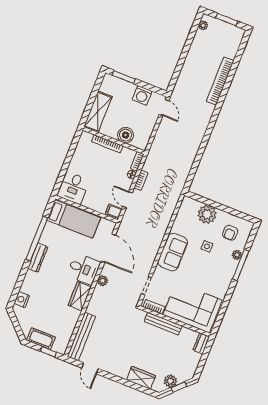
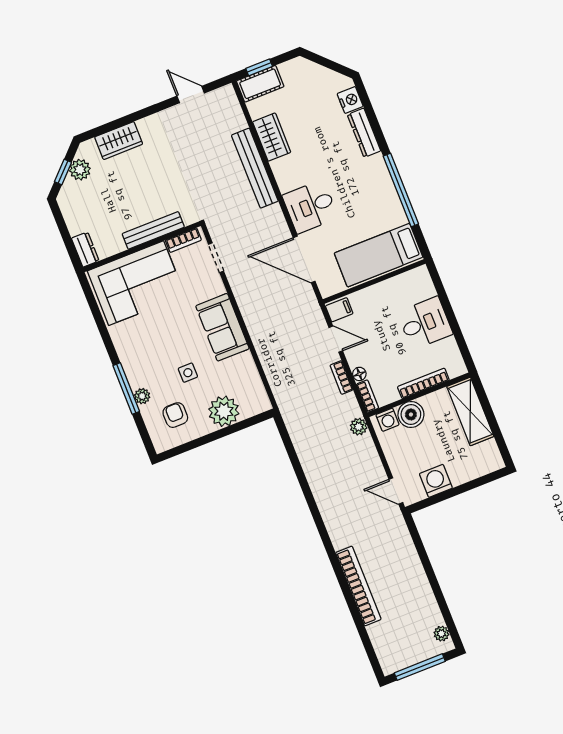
window: (227, 20) -> (420, 667), width x1.44
window: (124, 77) -> (478, 482), removed
washing machine: (138, 143) -> (387, 420), added
desk: (73, 188) -> (425, 323), moved, turned 90
dresser: (38, 258) -> (364, 133), moved
plant: (103, 281) -> (359, 427), moved
wardrobe: (80, 296) -> (272, 137), moved
bench: (81, 336) -> (255, 168), moved
cot: (41, 339) -> (260, 84), moved

